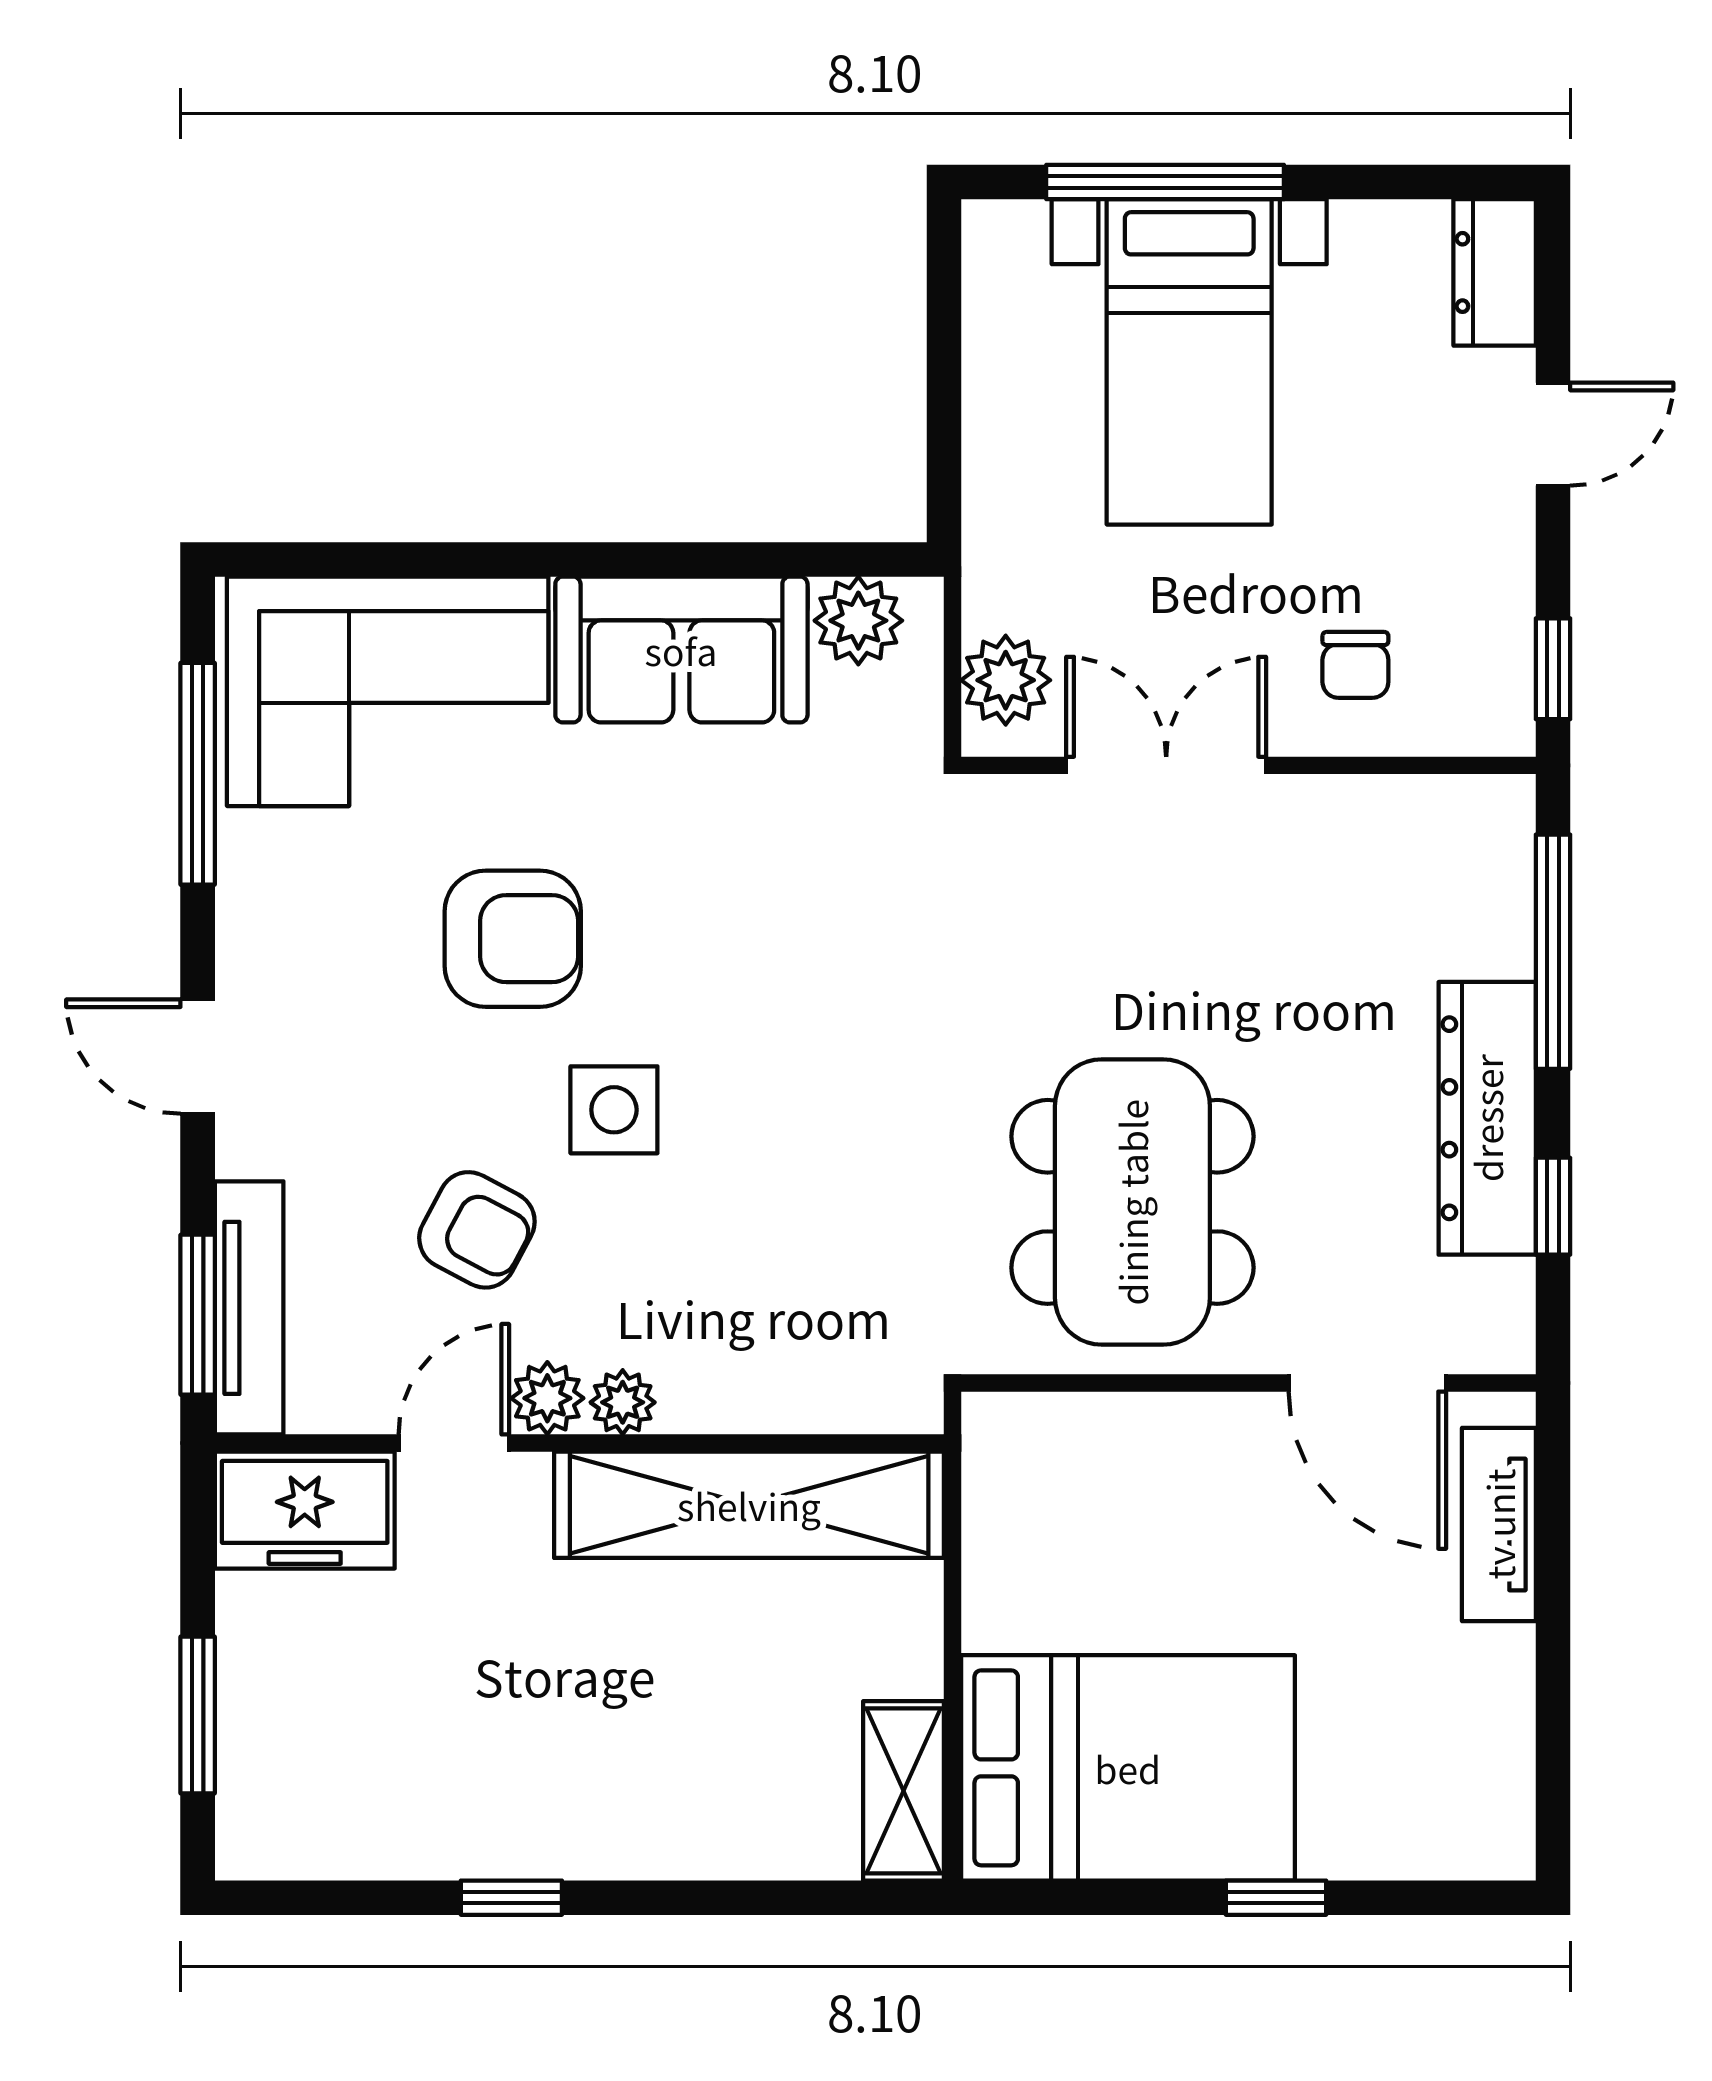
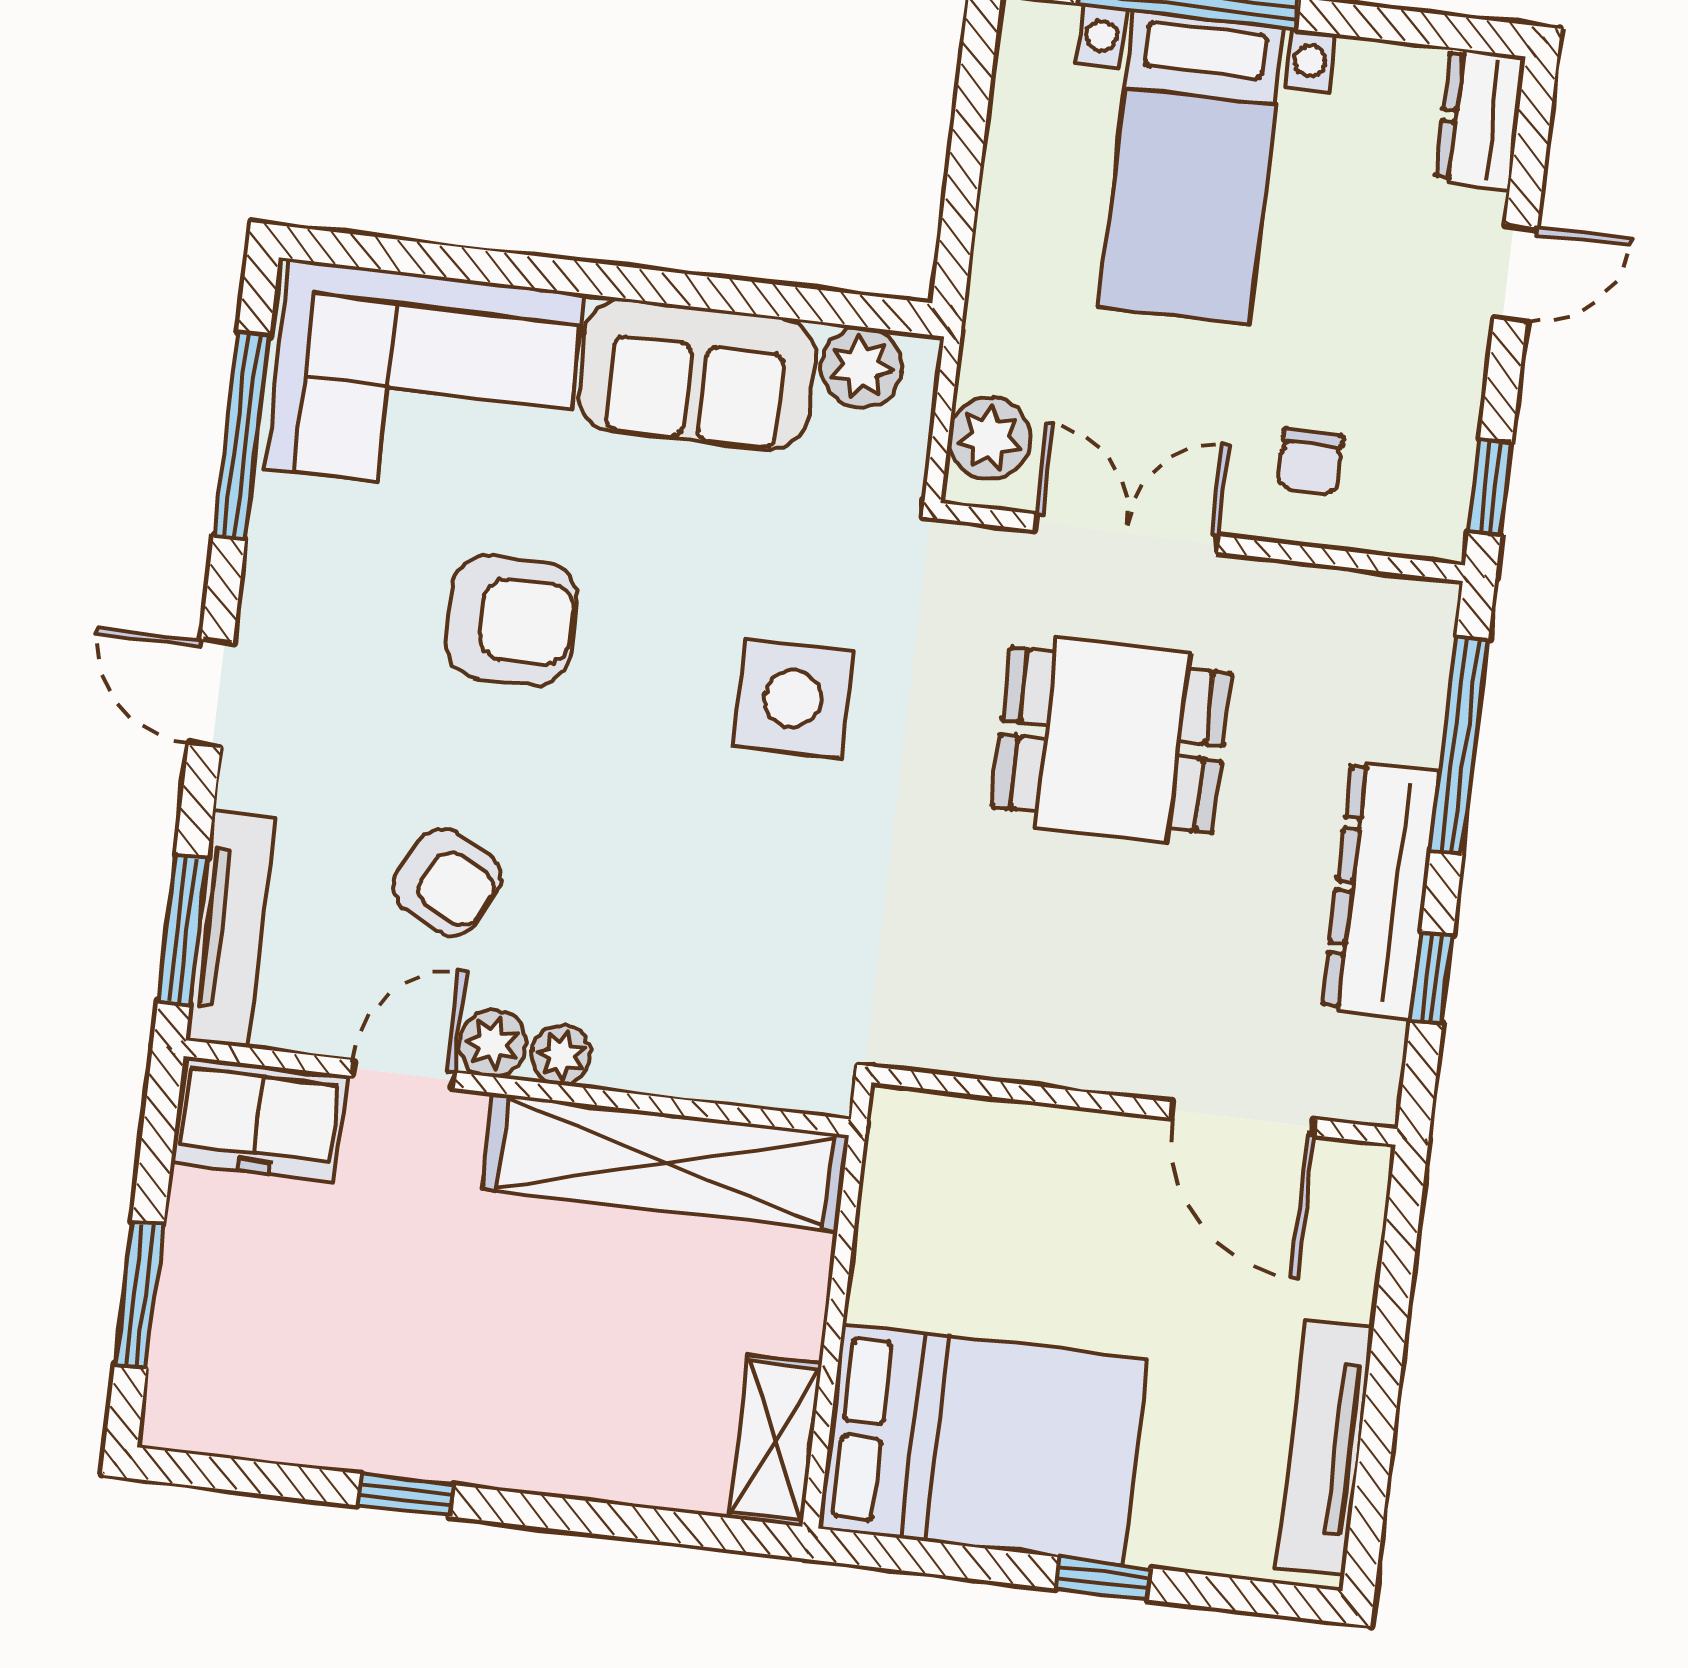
side table: (614, 1110) -> (793, 699), moved, width x1.37, depth x1.37
dining table: (1132, 1202) -> (1112, 740), moved, width x0.73
tv unit: (1499, 1524) -> (1326, 1447), moved, width x1.41

